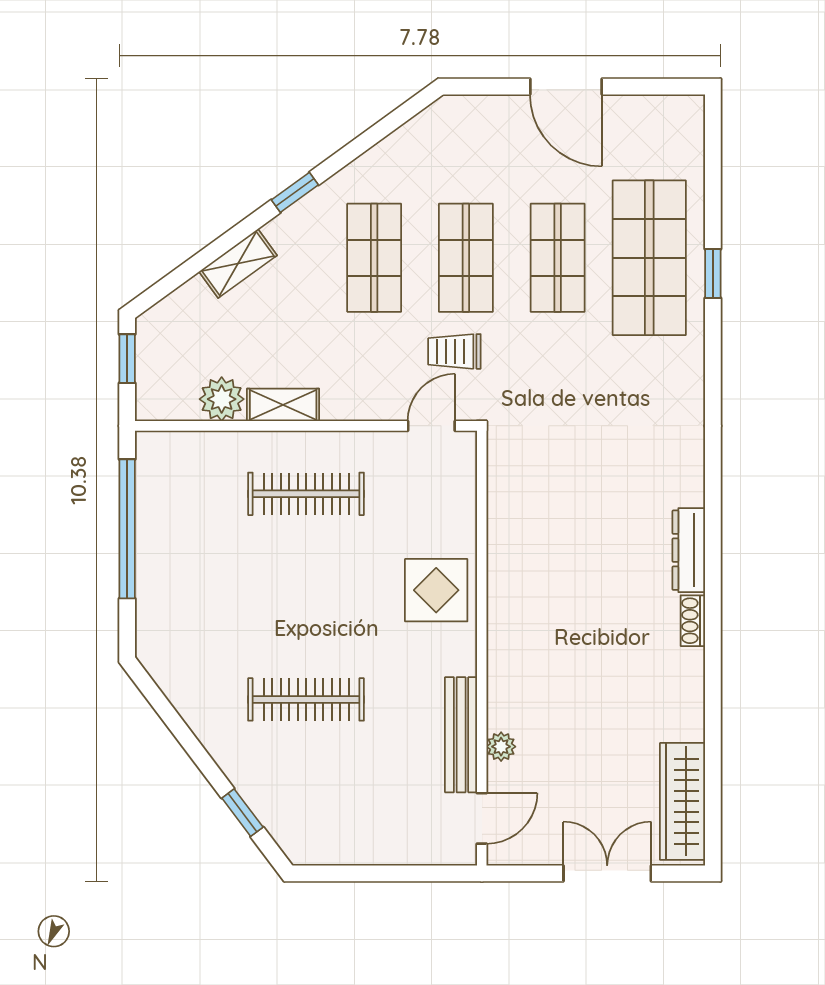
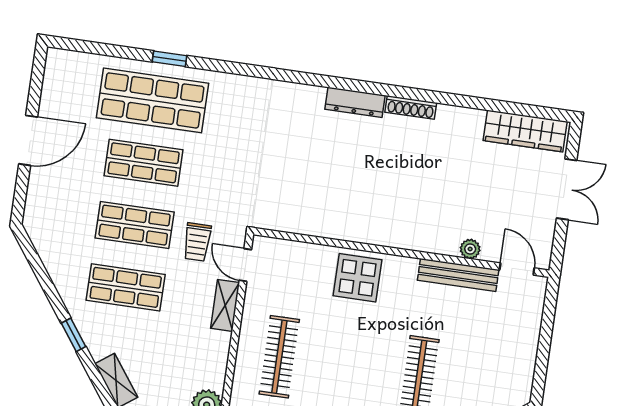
shelving: (283, 405) -> (225, 305), moved
shoe rack: (693, 621) -> (411, 107), width x1.43
double door: (607, 873) -> (567, 189), swing flipped

